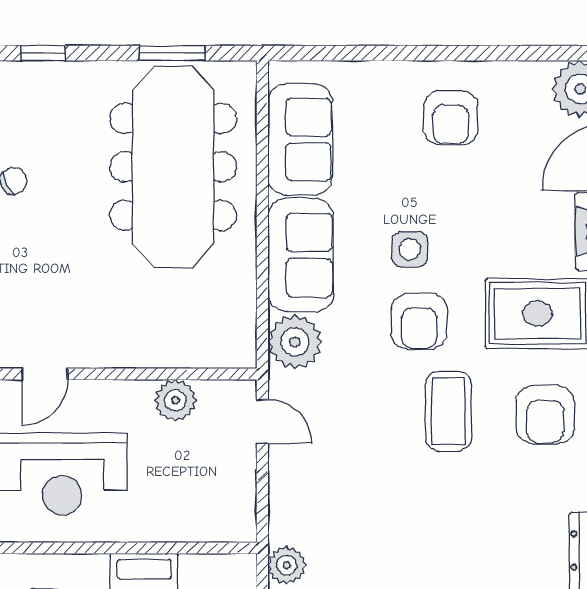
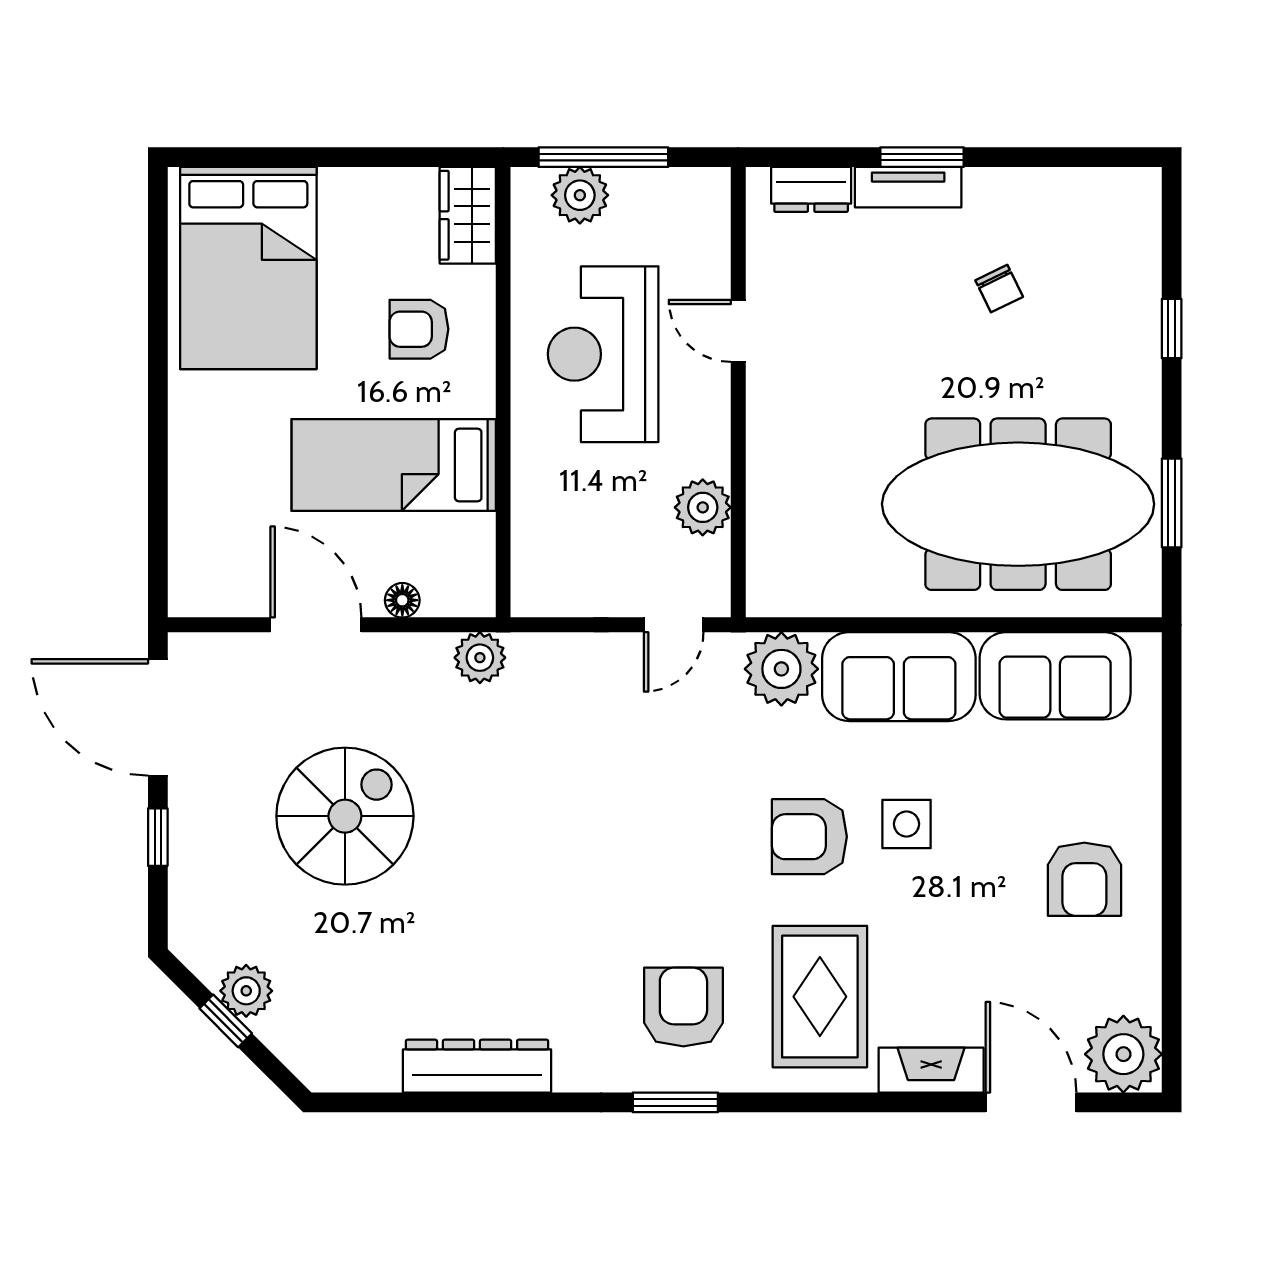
armchair: (451, 118) -> (1084, 879), turned -90
coffee table: (448, 411) -> (688, 876), removed
armchair: (545, 415) -> (683, 1007), turned 90

